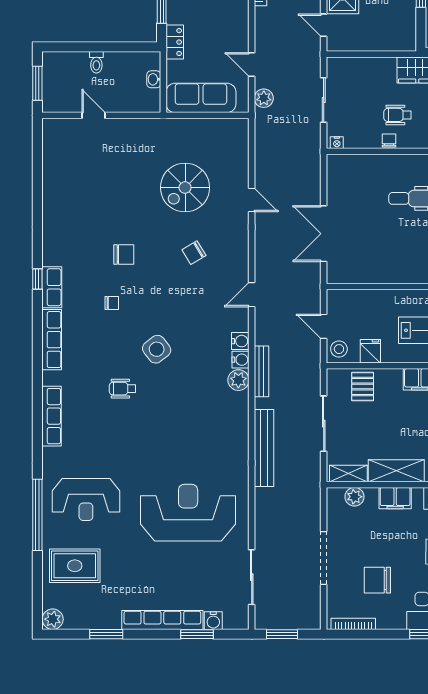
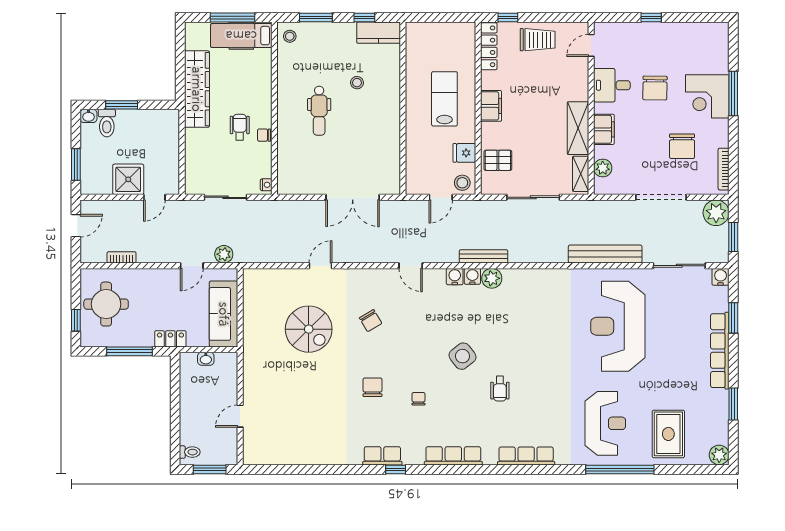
toilet: (96, 62) -> (190, 452), moved
wheelchair: (398, 115) -> (240, 127), turned 180
row of seats: (52, 287) -> (382, 456), moved
bench: (264, 448) -> (605, 254), moved
plant: (307, 616) -> (716, 213), added
water cooler: (213, 621) -> (721, 277), moved, turned -90

